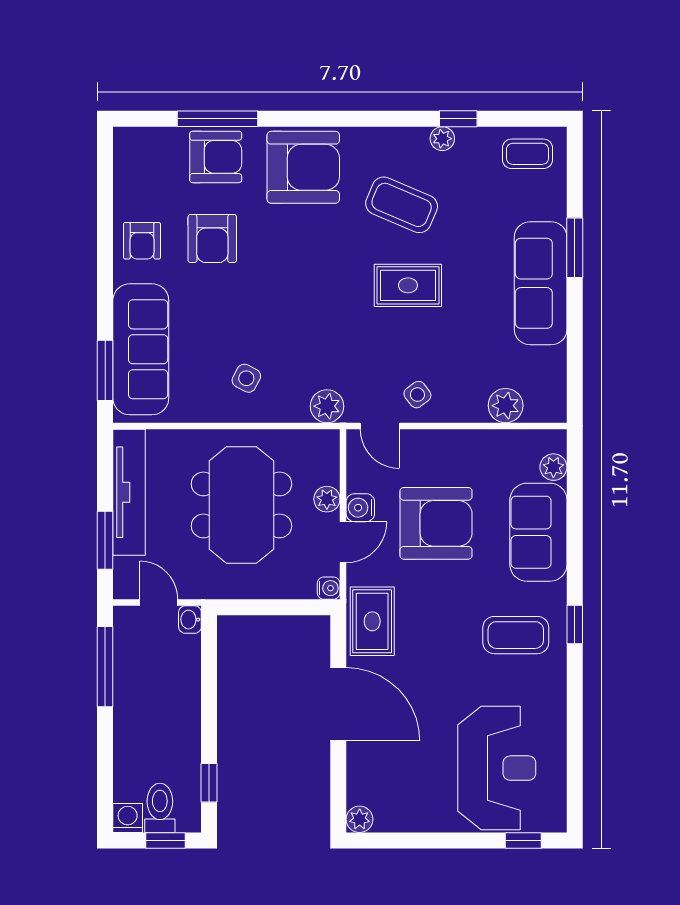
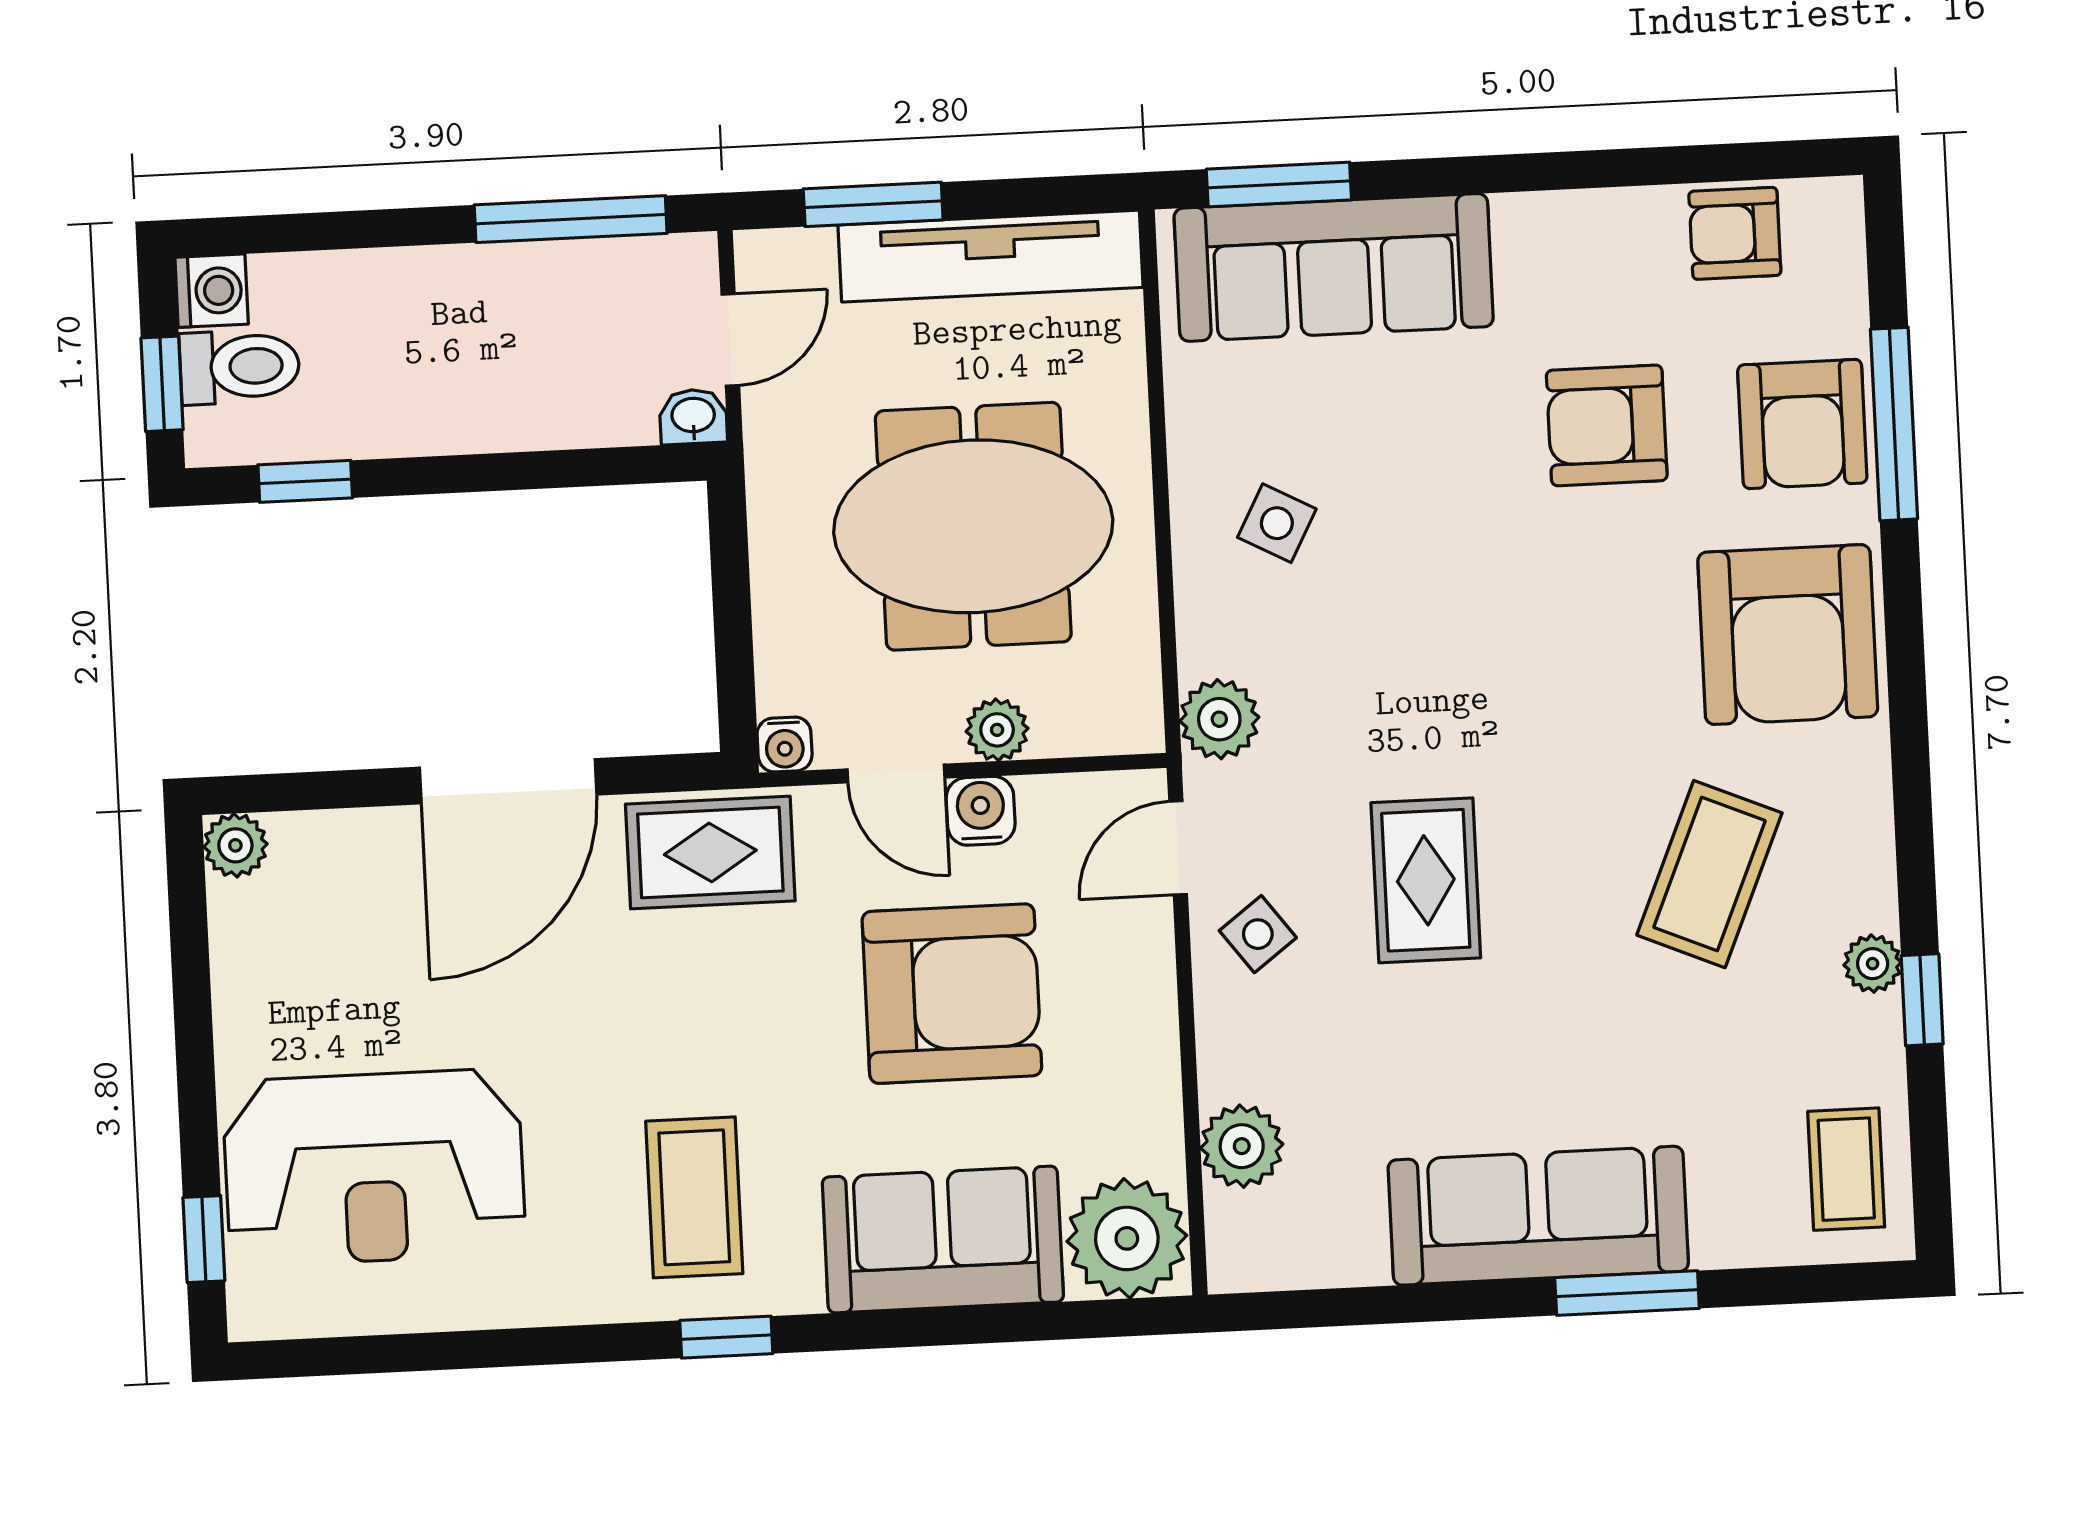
armchair: (142, 241) -> (1735, 233), moved
rug: (408, 285) -> (1426, 880), moved
plant: (553, 467) -> (1127, 1238), width x1.87, depth x1.87
armchair: (436, 523) -> (952, 994), turned -90

